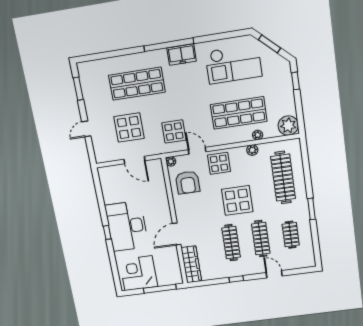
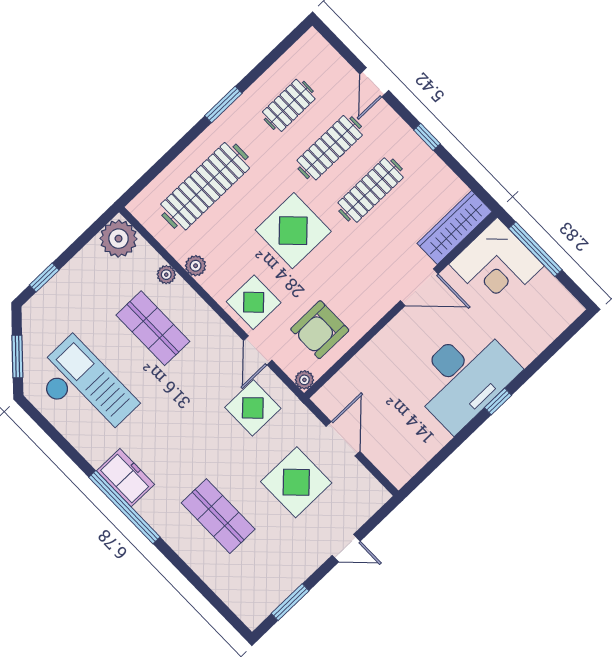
shop shelf: (137, 84) -> (218, 516), width x0.70, depth x0.74
shop shelf: (239, 113) -> (153, 328), width x0.70, depth x0.74
armchair: (188, 182) -> (320, 330), turned 180
corner desk: (138, 273) -> (497, 265), moved

